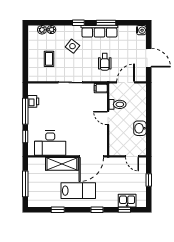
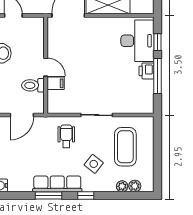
coffee table: (49, 59) -> (125, 147), width x1.86, depth x1.72
wheelchair: (105, 62) -> (66, 136), moved
filing cabinet: (101, 88) -> (56, 83), moved
printer: (33, 101) -> (147, 71), moved
desk: (50, 143) -> (137, 41), moved, turned 90

